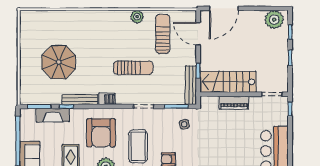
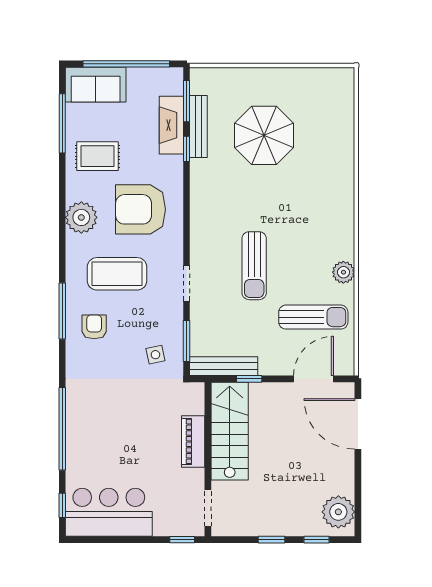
barbecue: (107, 99) -> (200, 220), removed
bench: (80, 100) -> (198, 126), moved

